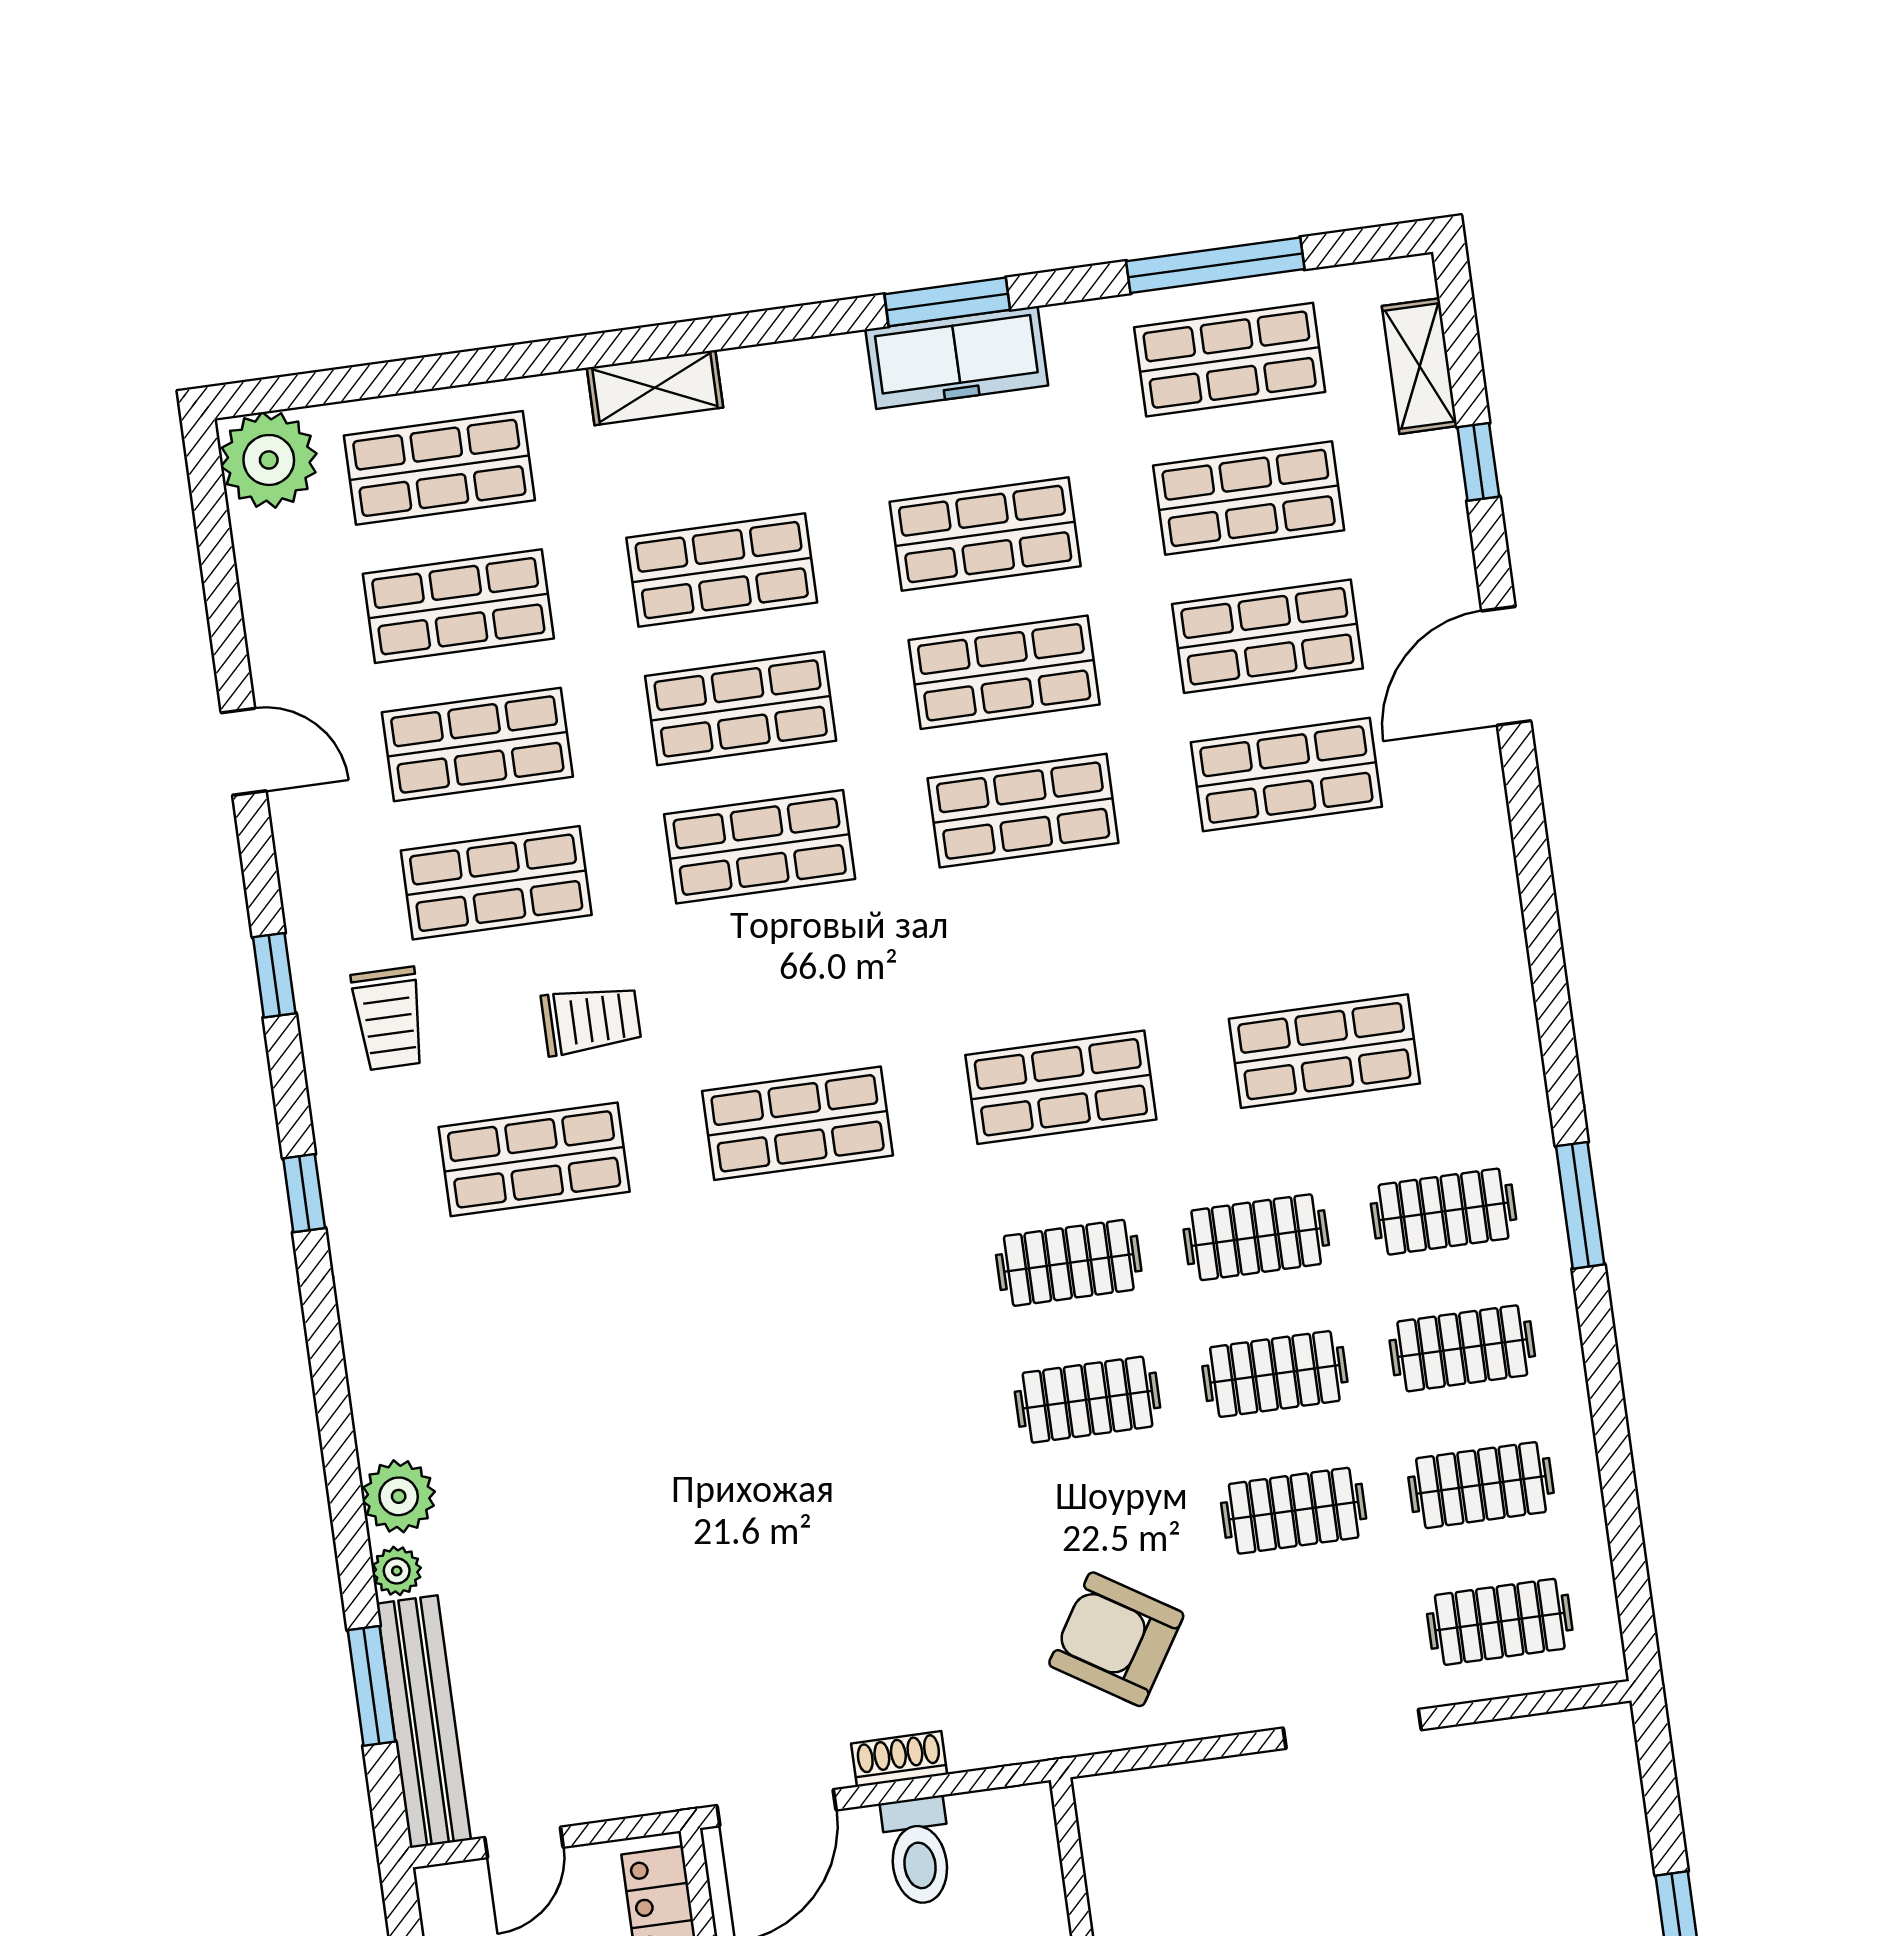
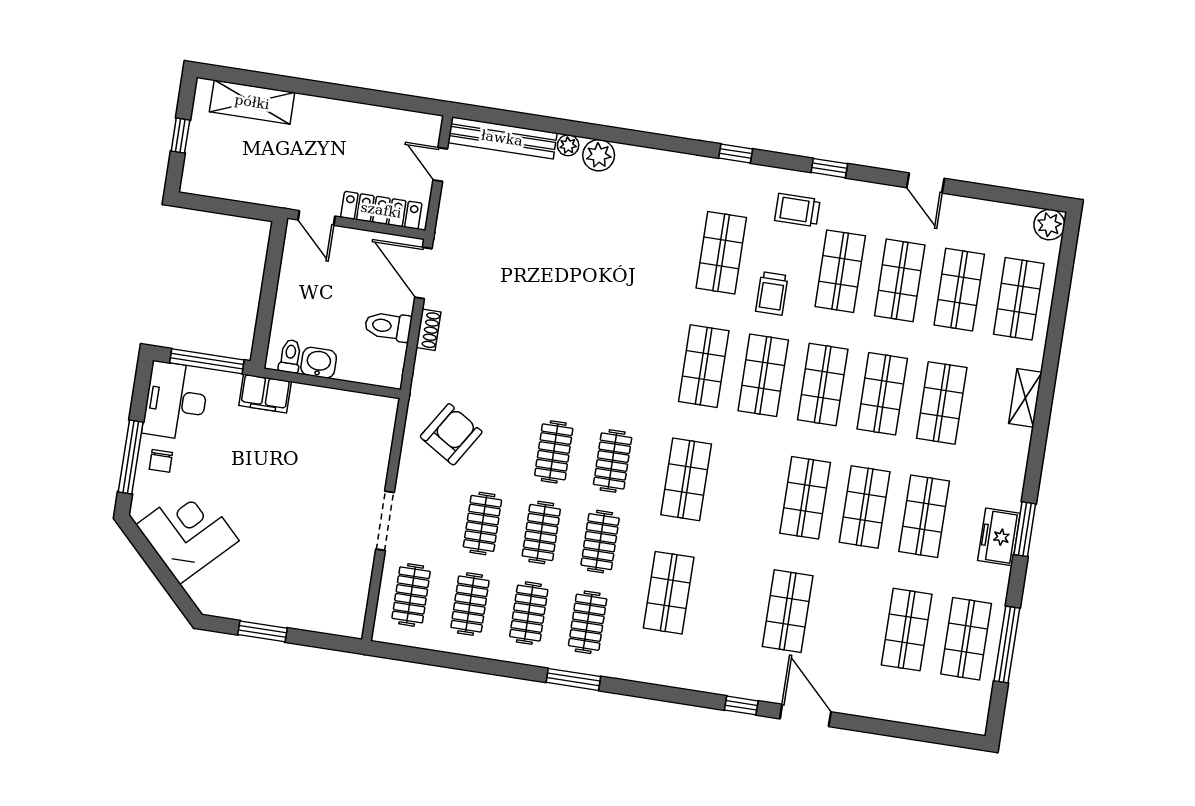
freezer: (957, 357) -> (999, 537), width x0.71
shelving: (1420, 366) -> (940, 716), removed
plant: (269, 460) -> (1049, 225), width x0.73, depth x0.73
window: (1478, 462) -> (741, 705), moved
shop shelf: (1267, 636) -> (763, 375), moved
door: (244, 752) -> (925, 183), hinge flipped
window: (372, 1686) -> (524, 121), removed

